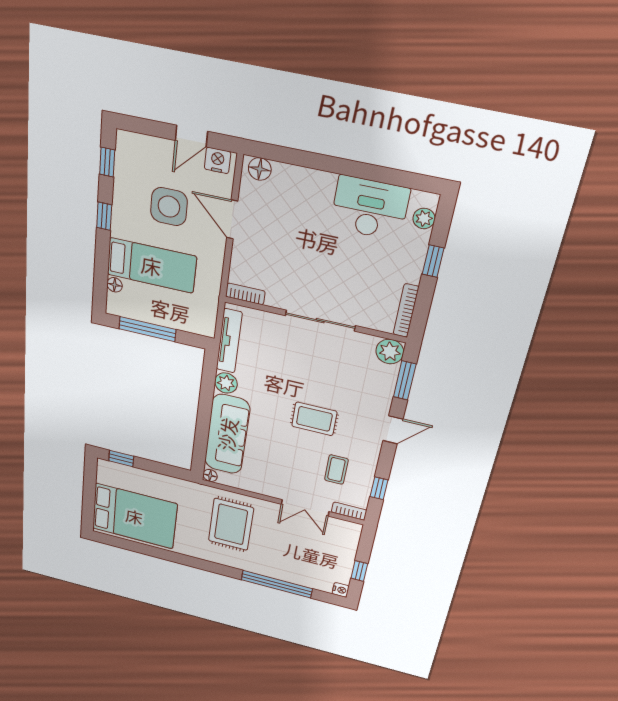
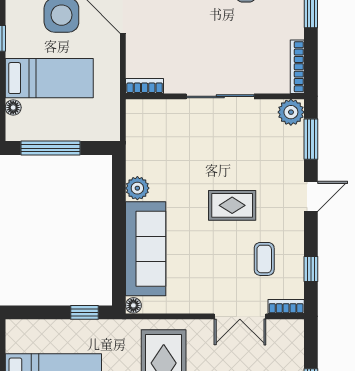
tv unit: (229, 341) -> (135, 140), removed
window: (121, 458) -> (84, 312), moved

